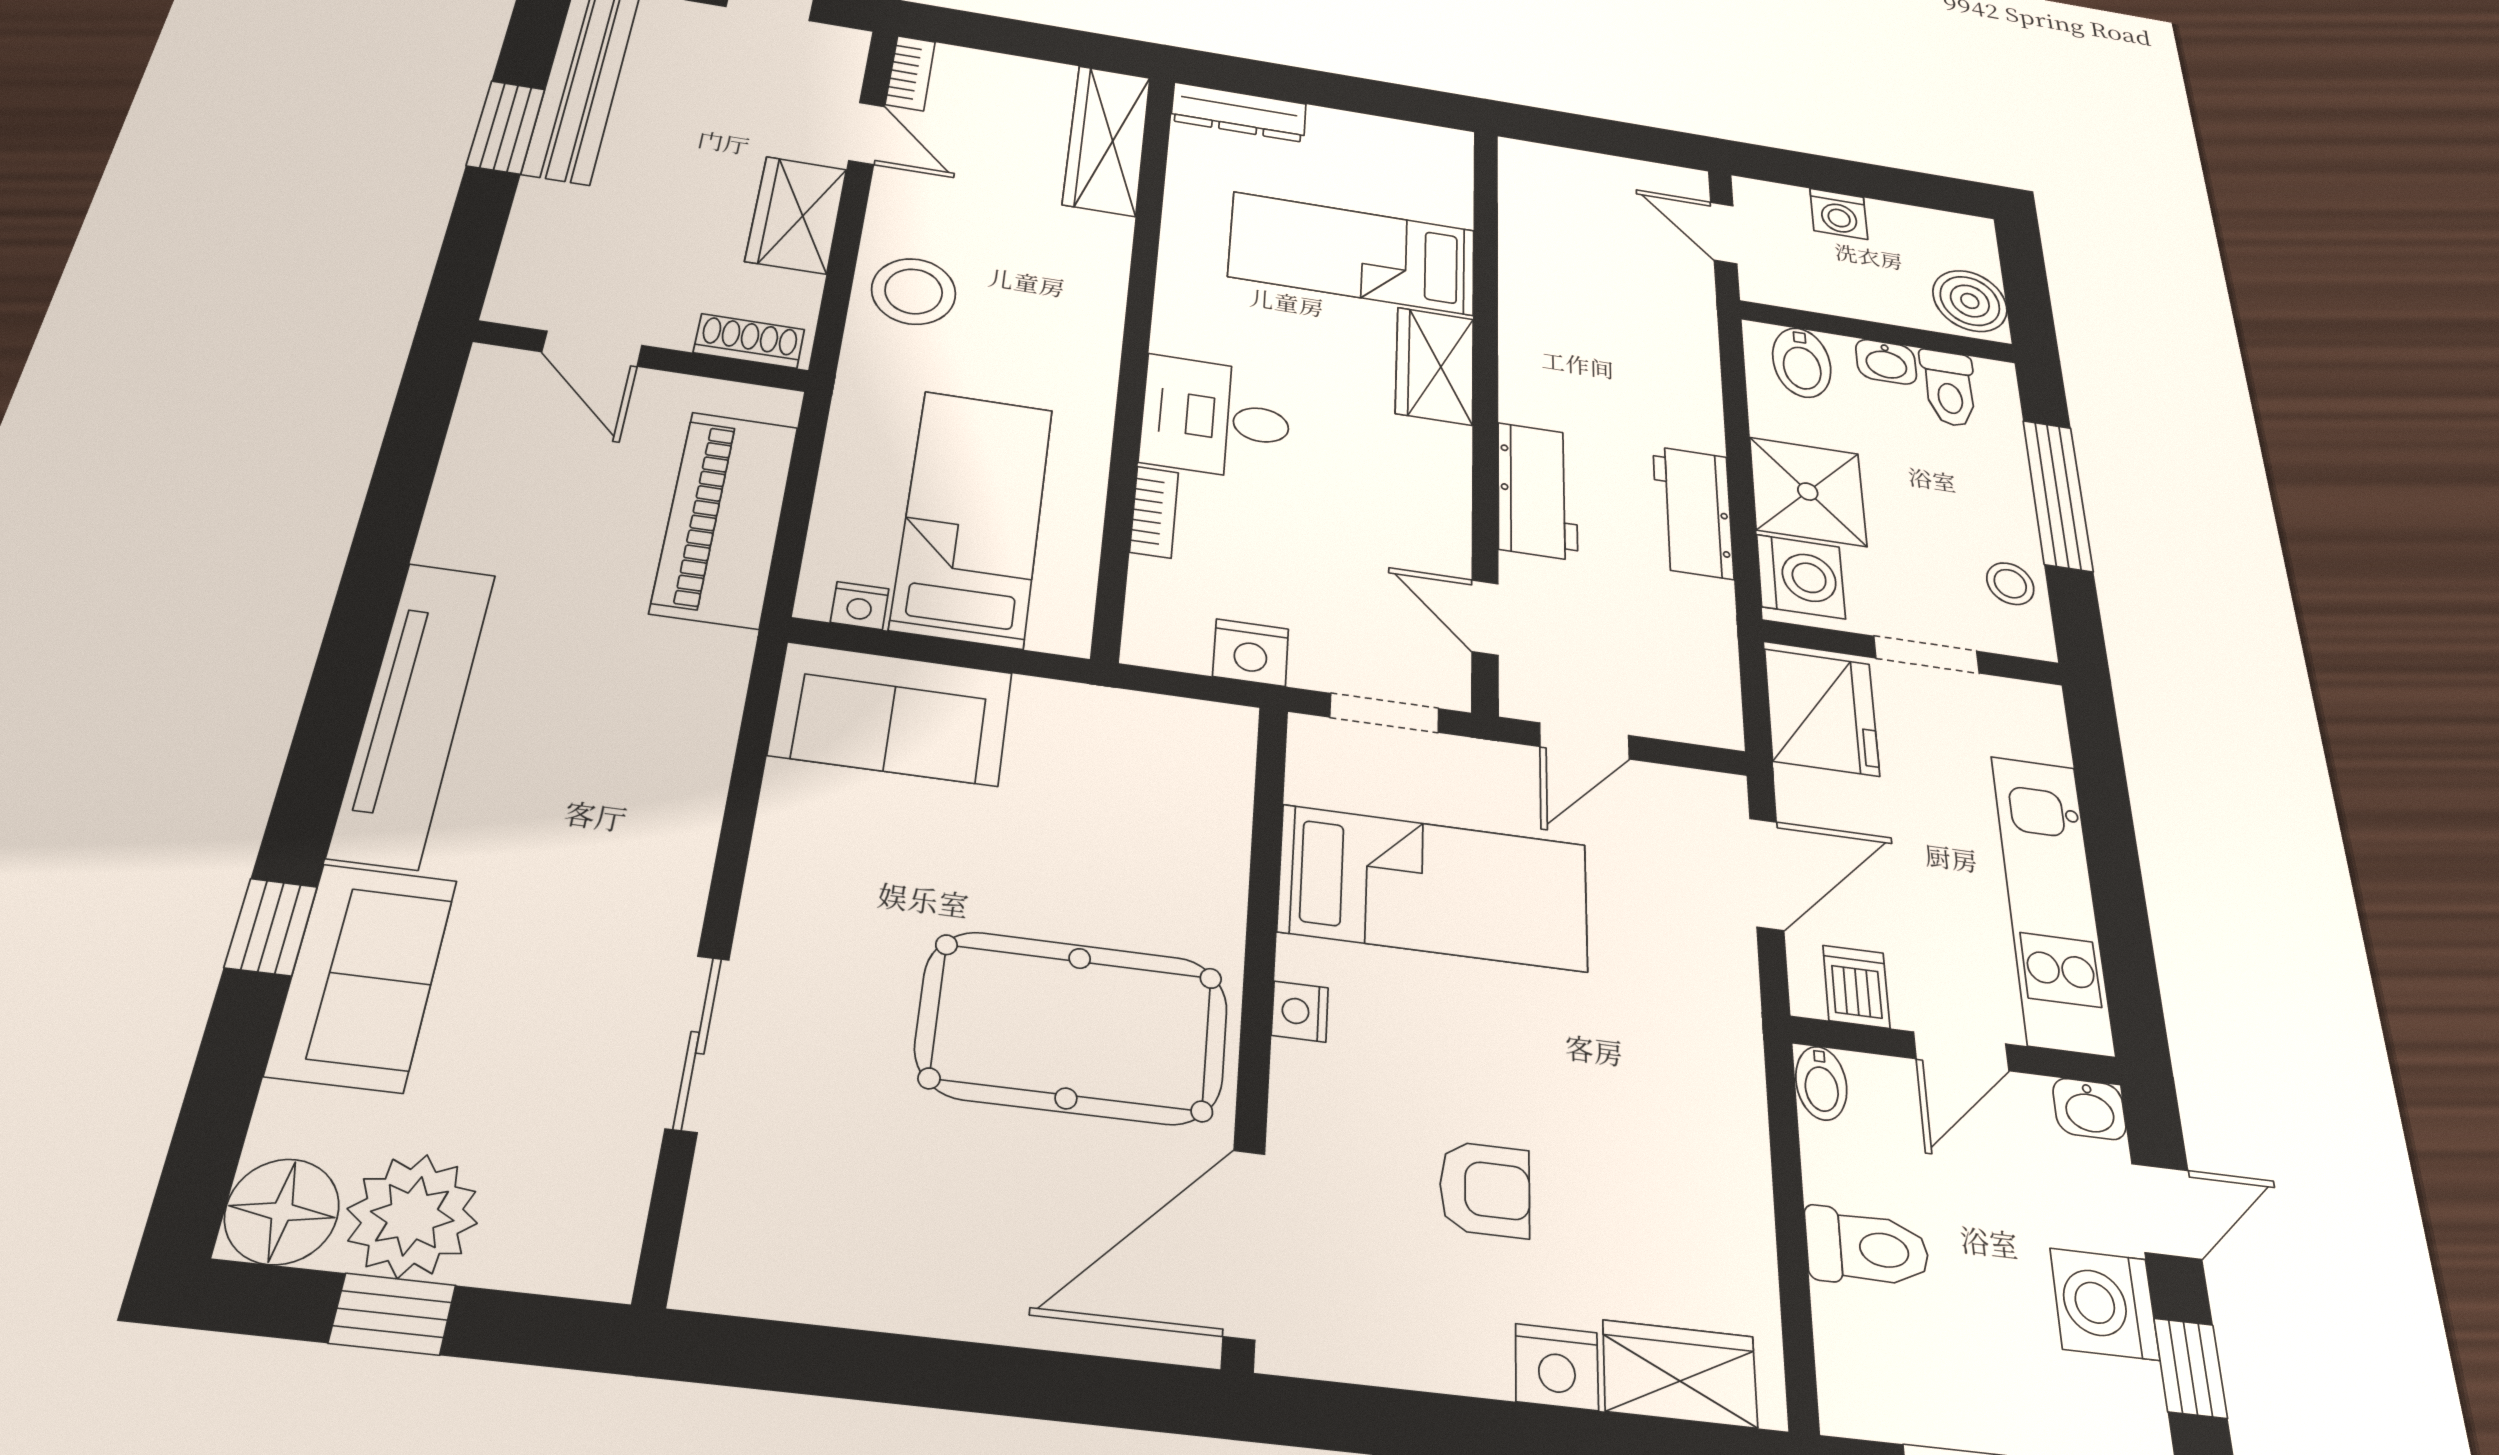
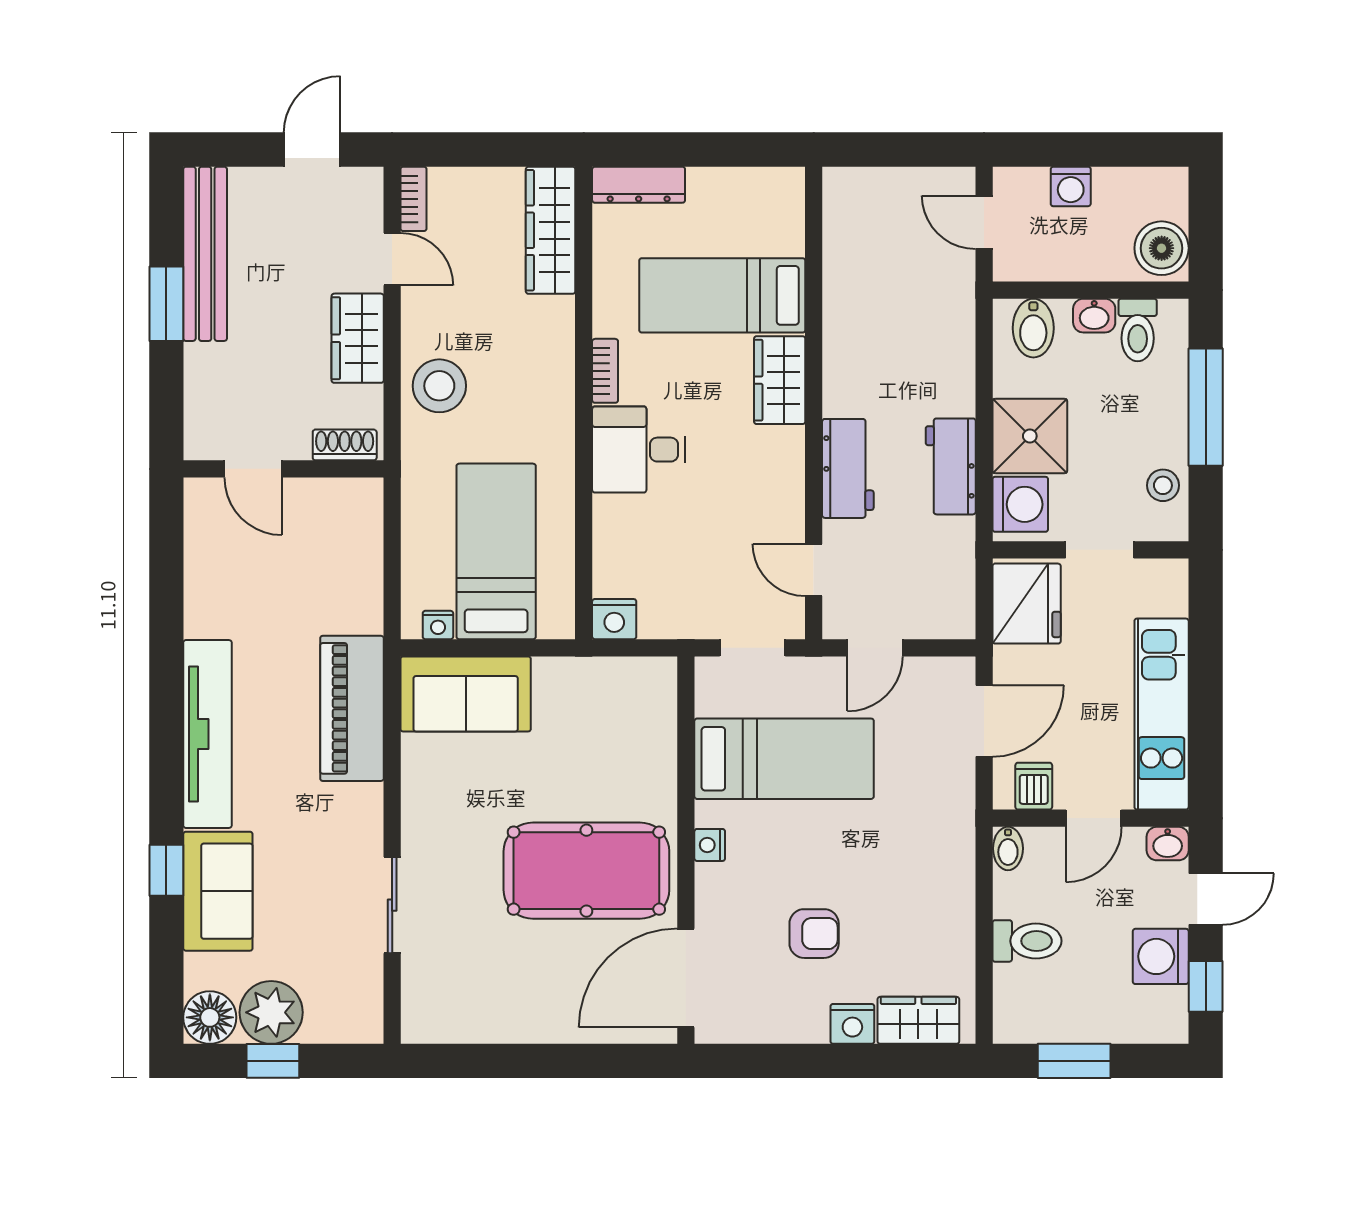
bookcase: (1154, 512) -> (605, 371), moved
piano: (725, 518) -> (352, 708), moved
nightstand: (1251, 652) -> (614, 619), moved

